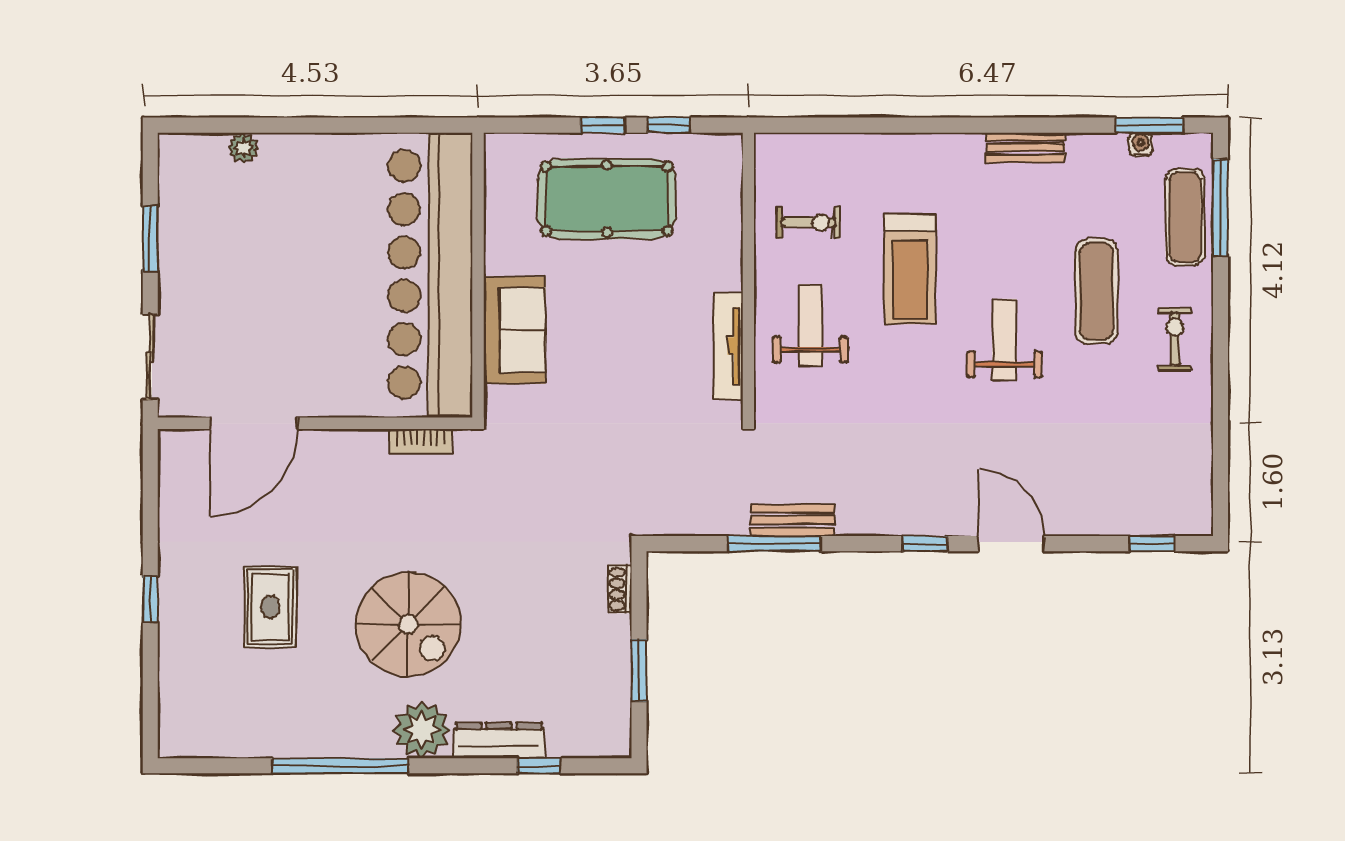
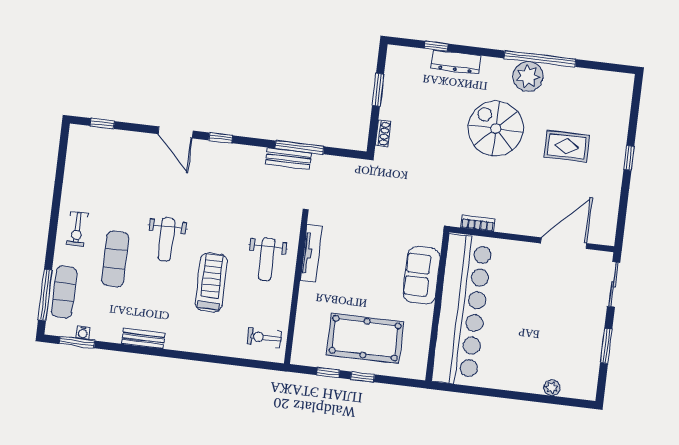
exercise bike: (809, 222) -> (264, 338), moved
rug: (270, 607) -> (567, 146), turned 90
plant: (422, 730) -> (528, 76), moved

